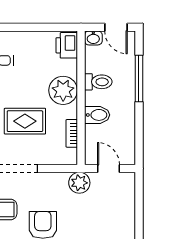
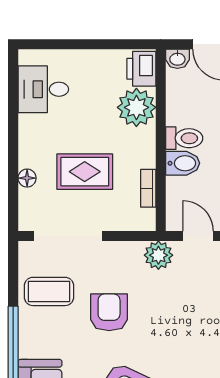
toilet: (98, 82) -> (184, 138), moved
plant: (63, 90) -> (136, 107), moved

